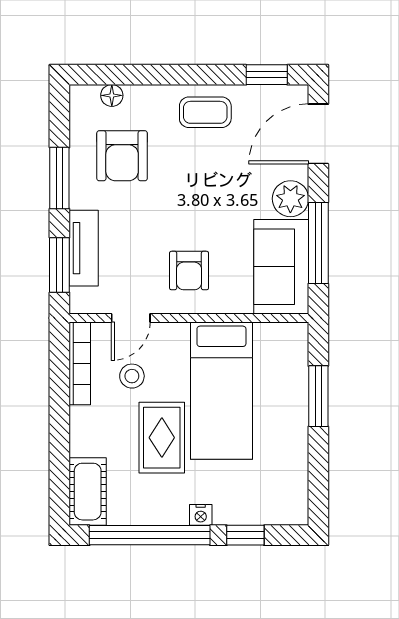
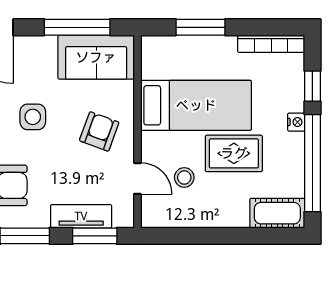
side table: (207, 188) -> (33, 117), added
plant: (290, 199) -> (41, 50), removed
armchair: (189, 271) -> (99, 131), turned -70
bookcase: (80, 363) -> (271, 44), moved, turned 180

